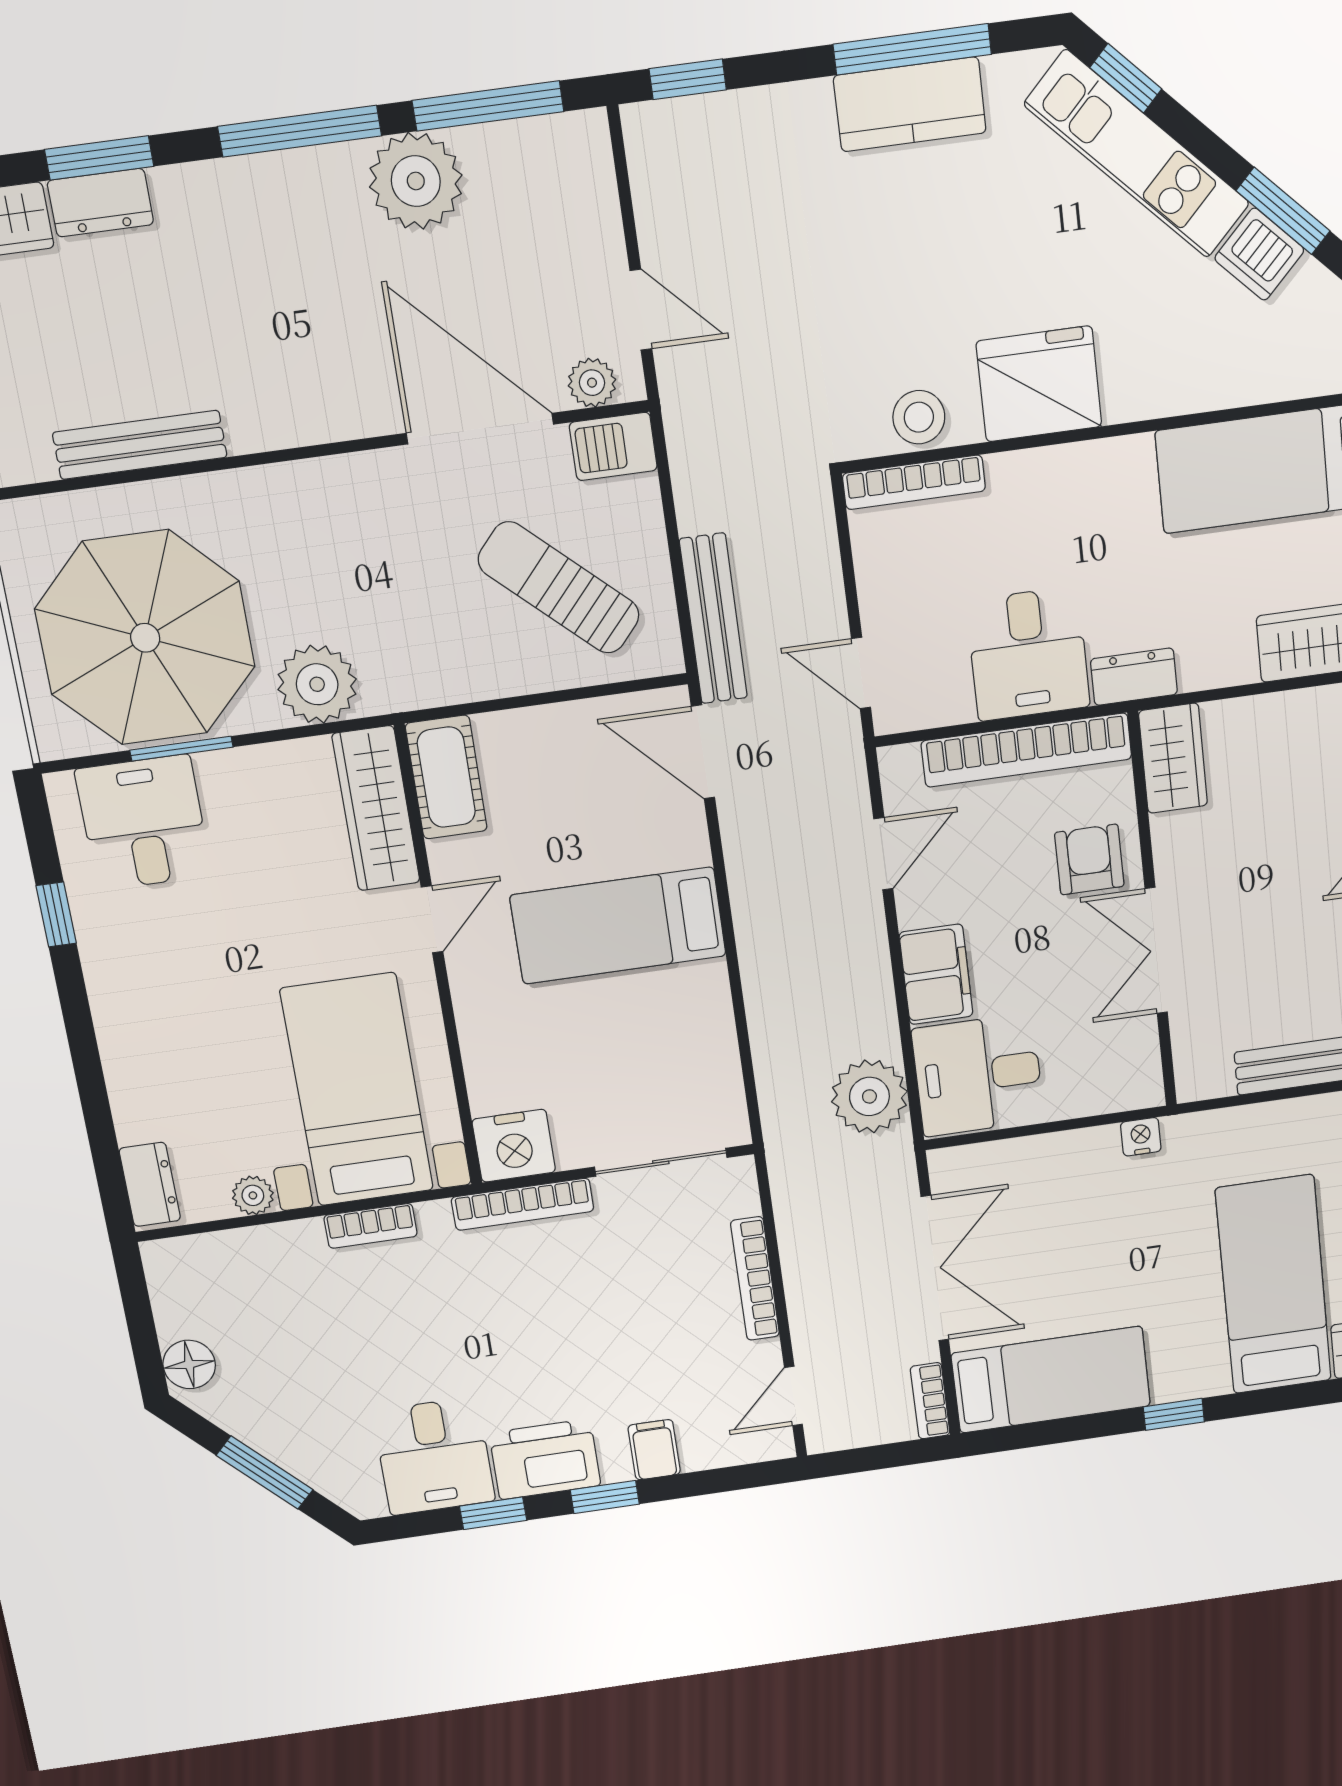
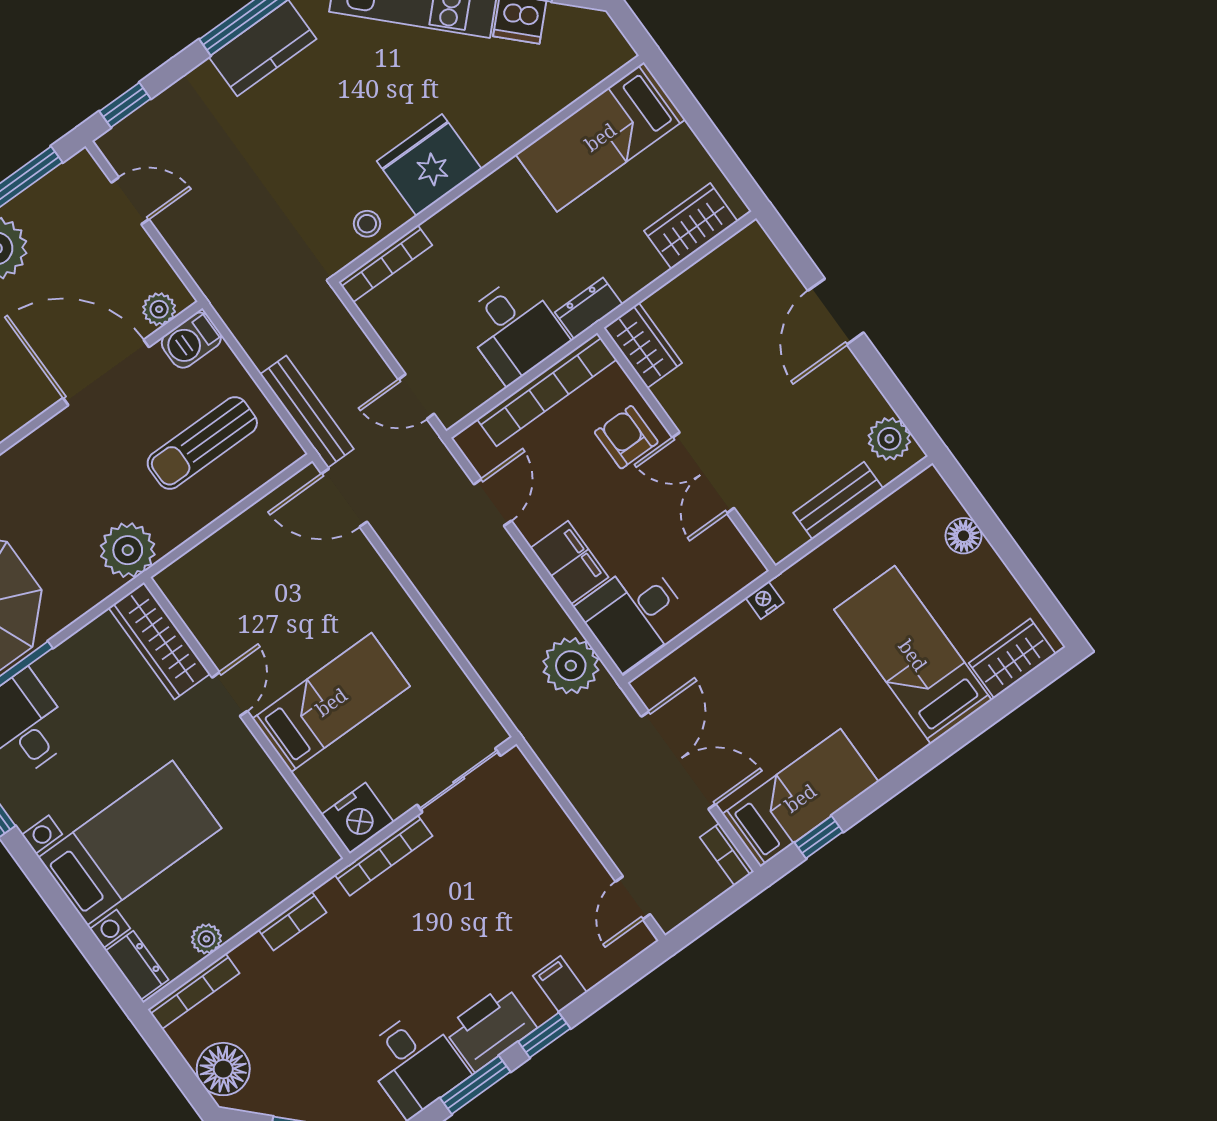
door: (641, 310) -> (130, 201), moved
stool: (919, 417) -> (367, 224), width x0.73, depth x0.73
sun lounger: (559, 588) -> (202, 443), turned -42
plant: (317, 684) -> (128, 550), moved
cot: (446, 777) -> (193, 598), removed
bed: (618, 926) -> (331, 702), moved, turned 180
bed with nightstands: (357, 1090) -> (130, 843), moved, turned 90
bookcase: (755, 1279) -> (194, 991), moved, turned -90
floor lamp: (189, 1364) -> (223, 1069), width x1.38, depth x1.38
window: (1174, 1414) -> (819, 837), moved
window: (493, 1513) -> (475, 1085), width x1.50

